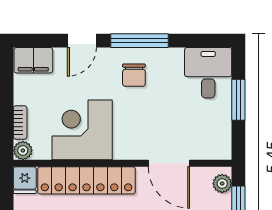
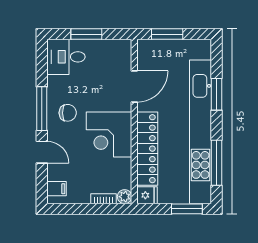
filing cabinet: (33, 60) -> (57, 189), width x0.50
corner desk: (82, 130) -> (109, 134), moved
plant: (222, 184) -> (149, 46), removed

